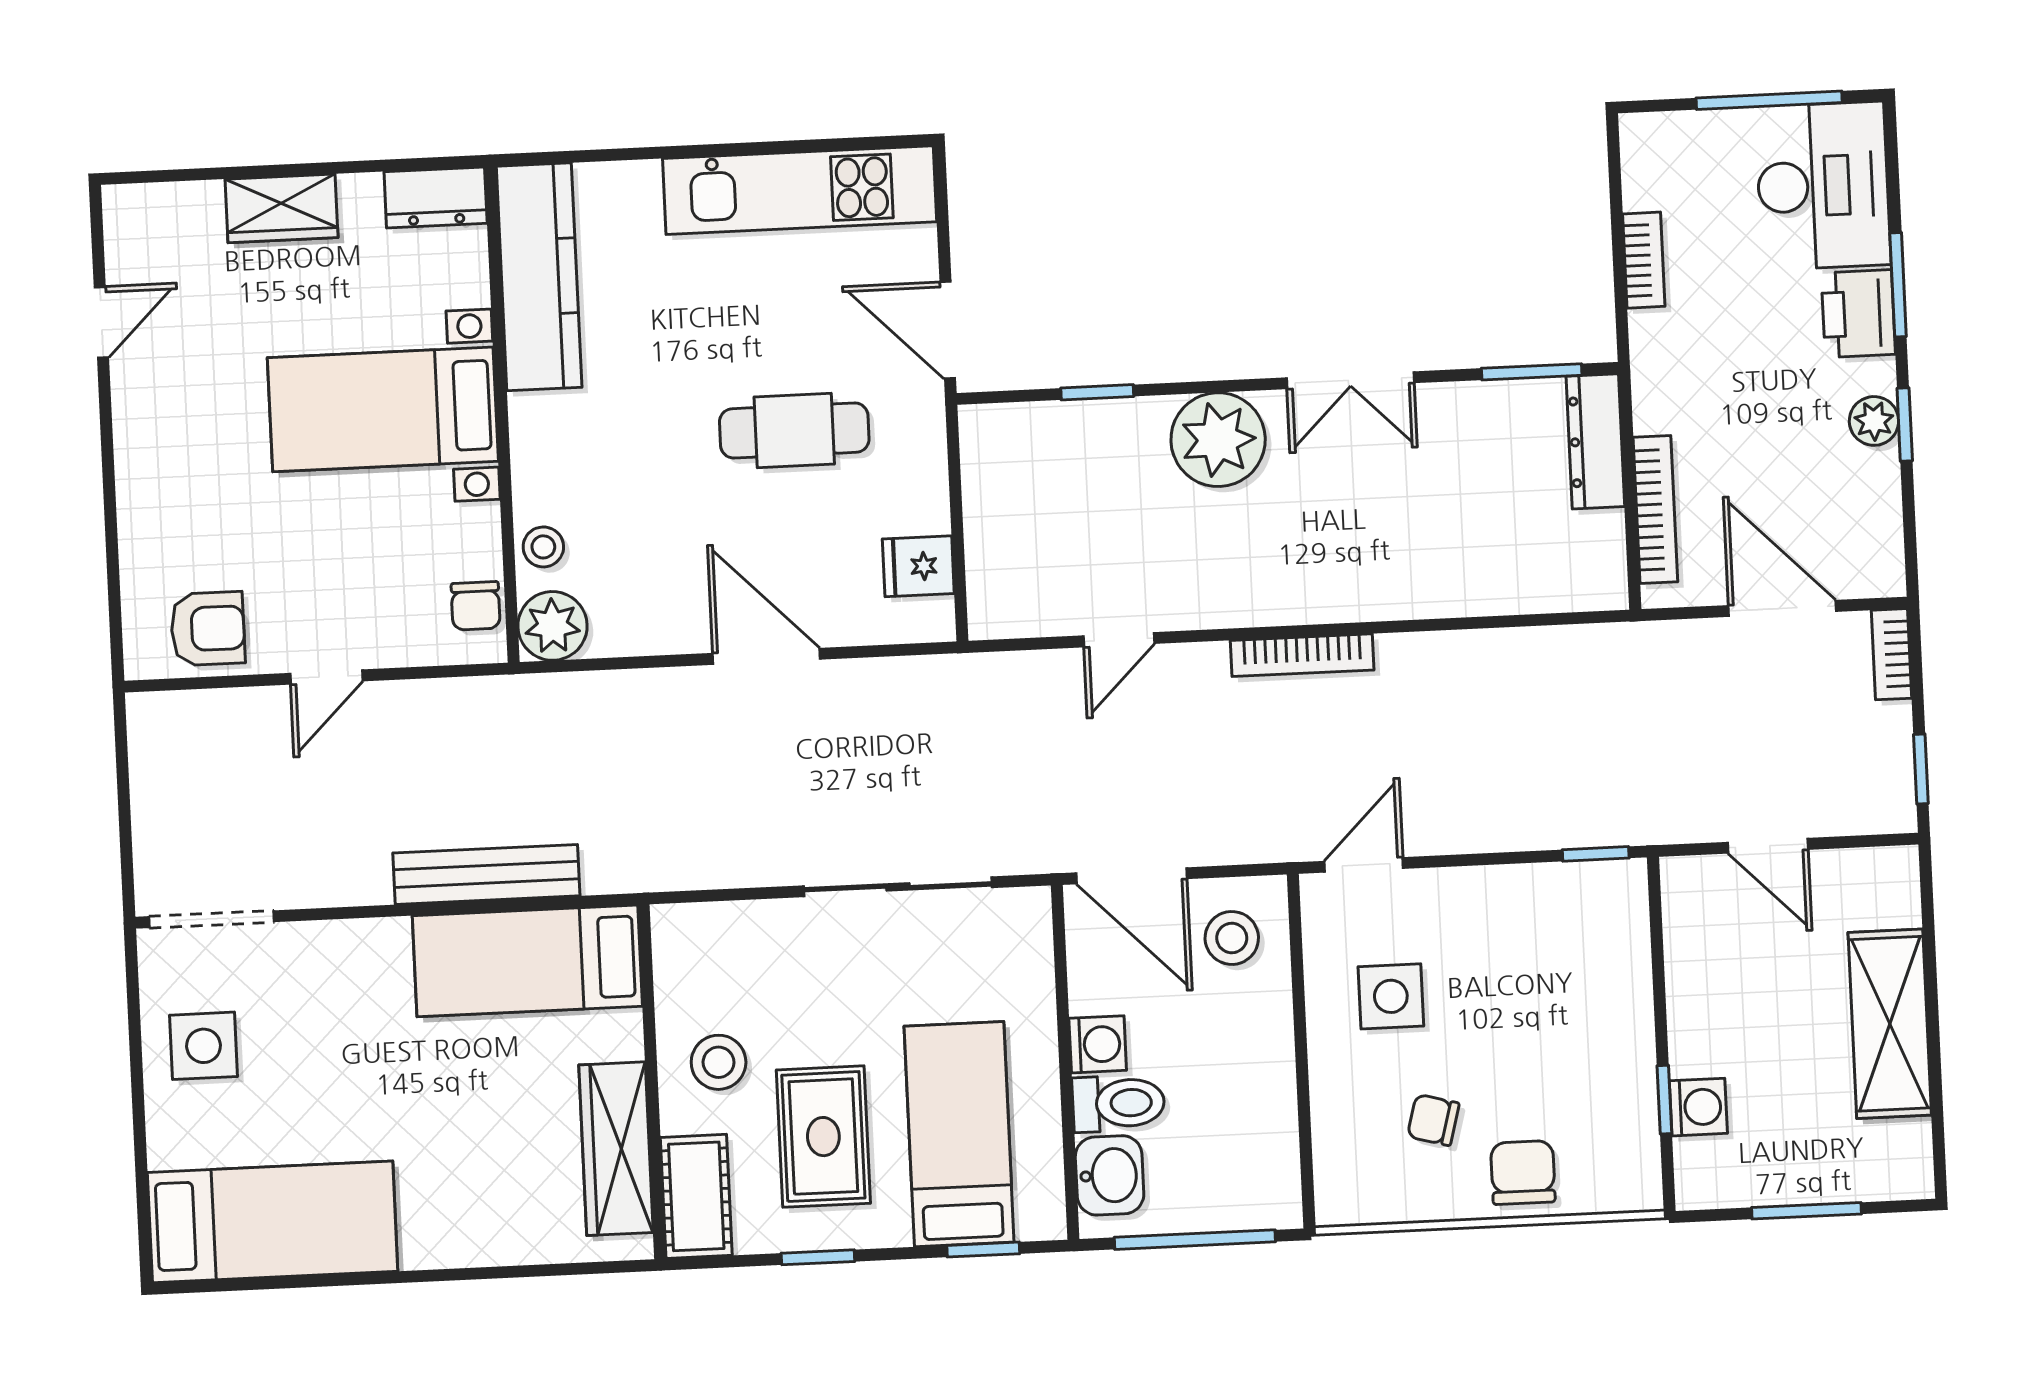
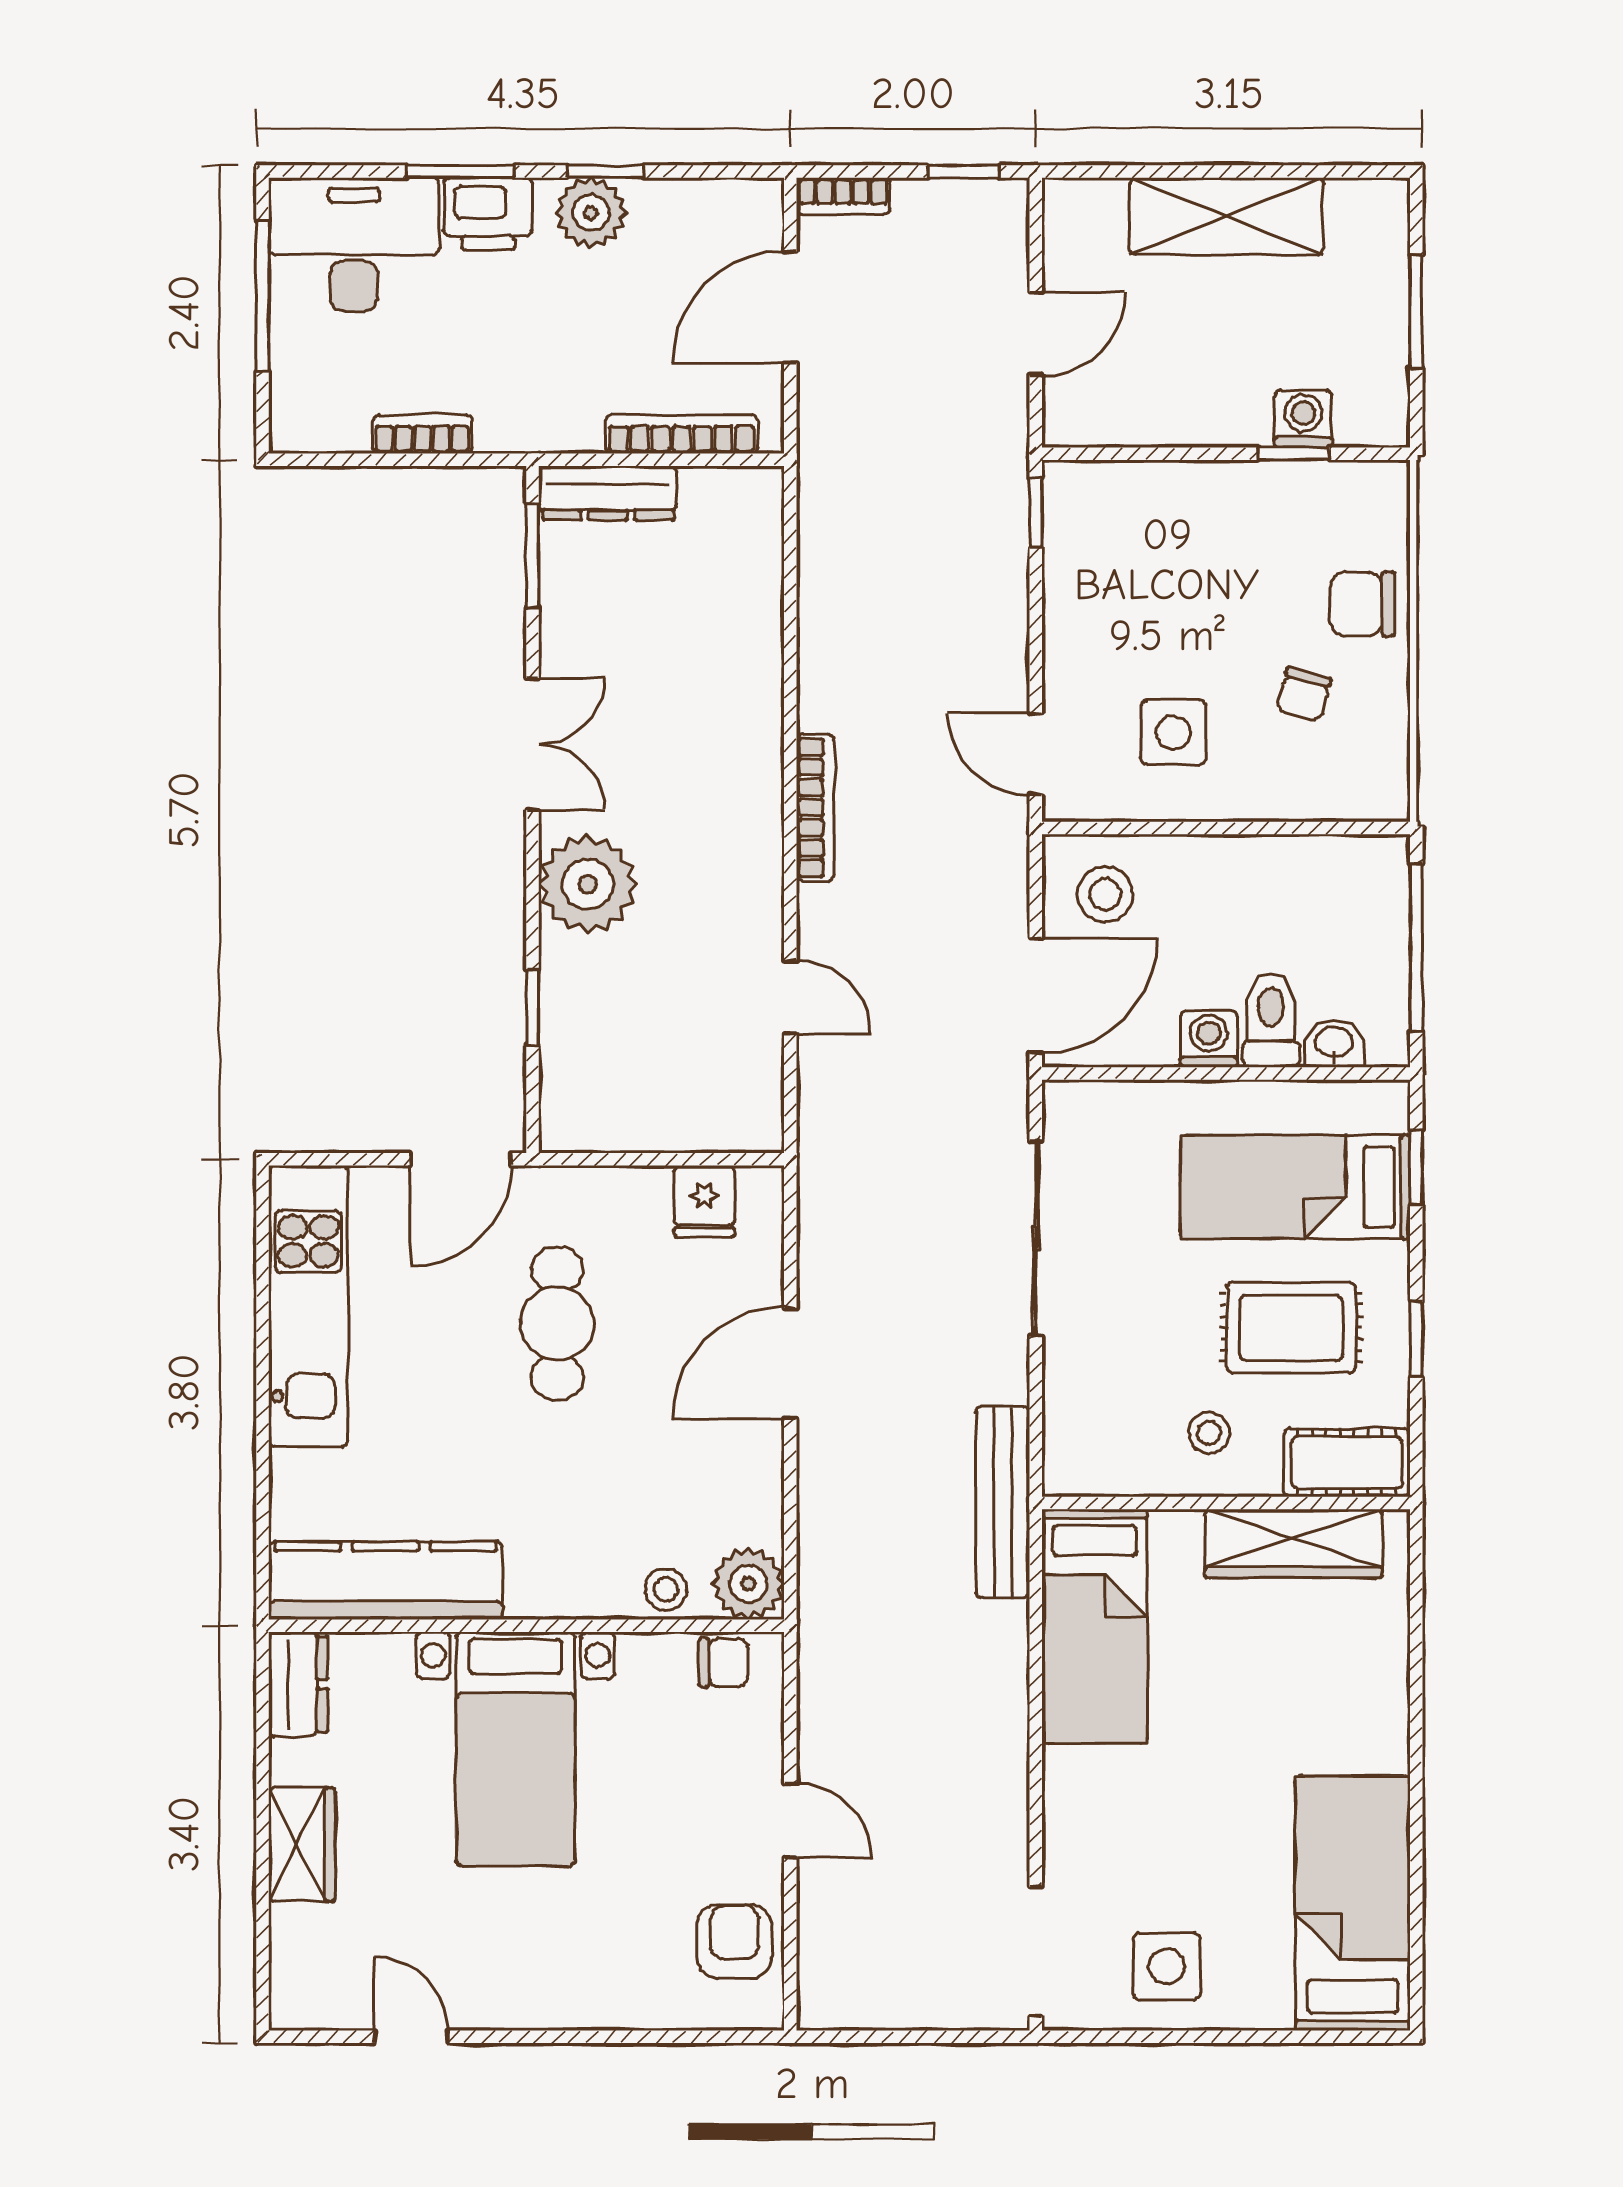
plant: (1874, 421) -> (591, 213), width x1.38, depth x1.38
bench: (486, 874) -> (1003, 1502), moved
stool: (719, 1062) -> (1209, 1433), width x0.73, depth x0.73
washbasin: (1110, 1175) -> (1334, 1043), width x0.72, depth x0.69

